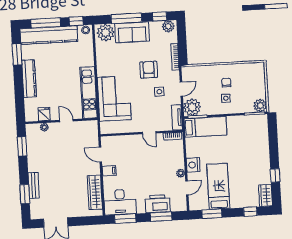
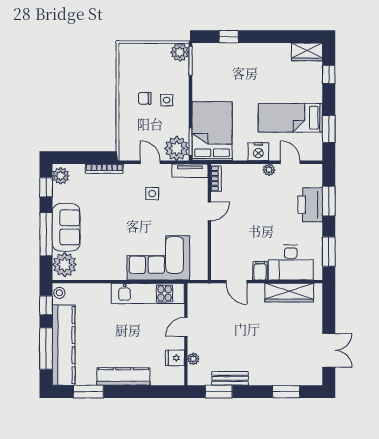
armchair: (149, 70) -> (120, 207), removed
bed: (205, 127) -> (212, 131), width x1.50
door: (100, 155) -> (236, 282), hinge flipped
window: (275, 175) -> (229, 37), moved
bench: (34, 185) -> (230, 378), moved
desk: (120, 202) -> (291, 263), moved, turned 90

